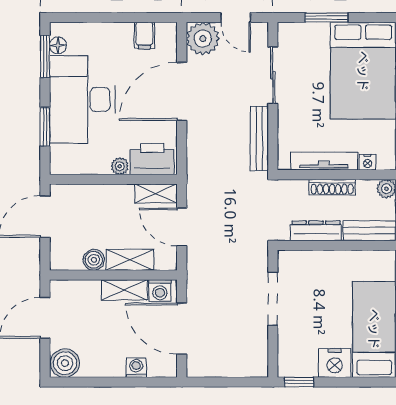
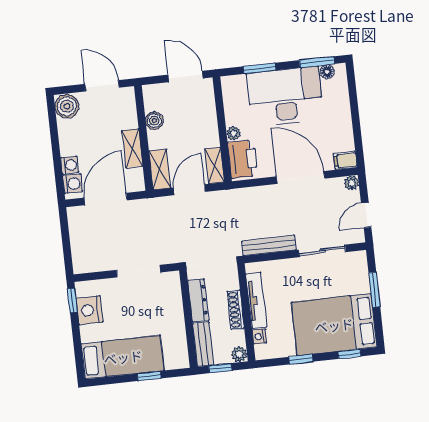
filing cabinet: (144, 35) -> (345, 160), moved
plant: (203, 39) -> (351, 183), width x0.53, depth x0.53
shelving: (130, 260) -> (160, 169), moved
washing machine: (160, 290) -> (73, 184), moved, turned 180
nightstand: (335, 363) -> (89, 310), moved

